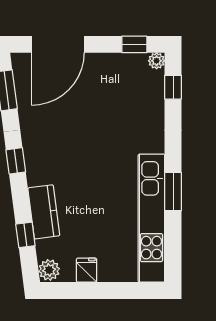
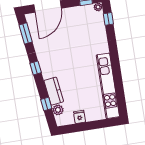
window: (173, 192) -> (116, 71), removed
plant: (49, 270) -> (58, 110), moved

